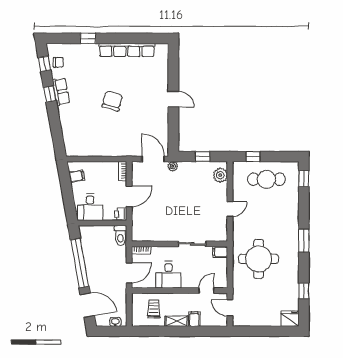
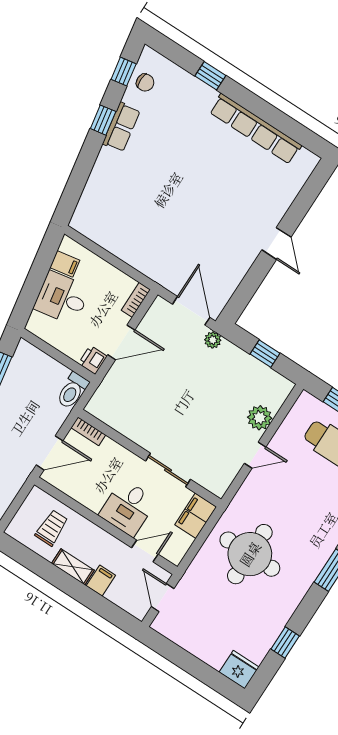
chair: (112, 101) -> (187, 189), removed
plant: (220, 175) -> (260, 418), moved
desk: (90, 207) -> (62, 298), moved, turned 80
filing cabinet: (220, 252) -> (196, 516), width x2.00
desk: (168, 275) -> (128, 508), moved

